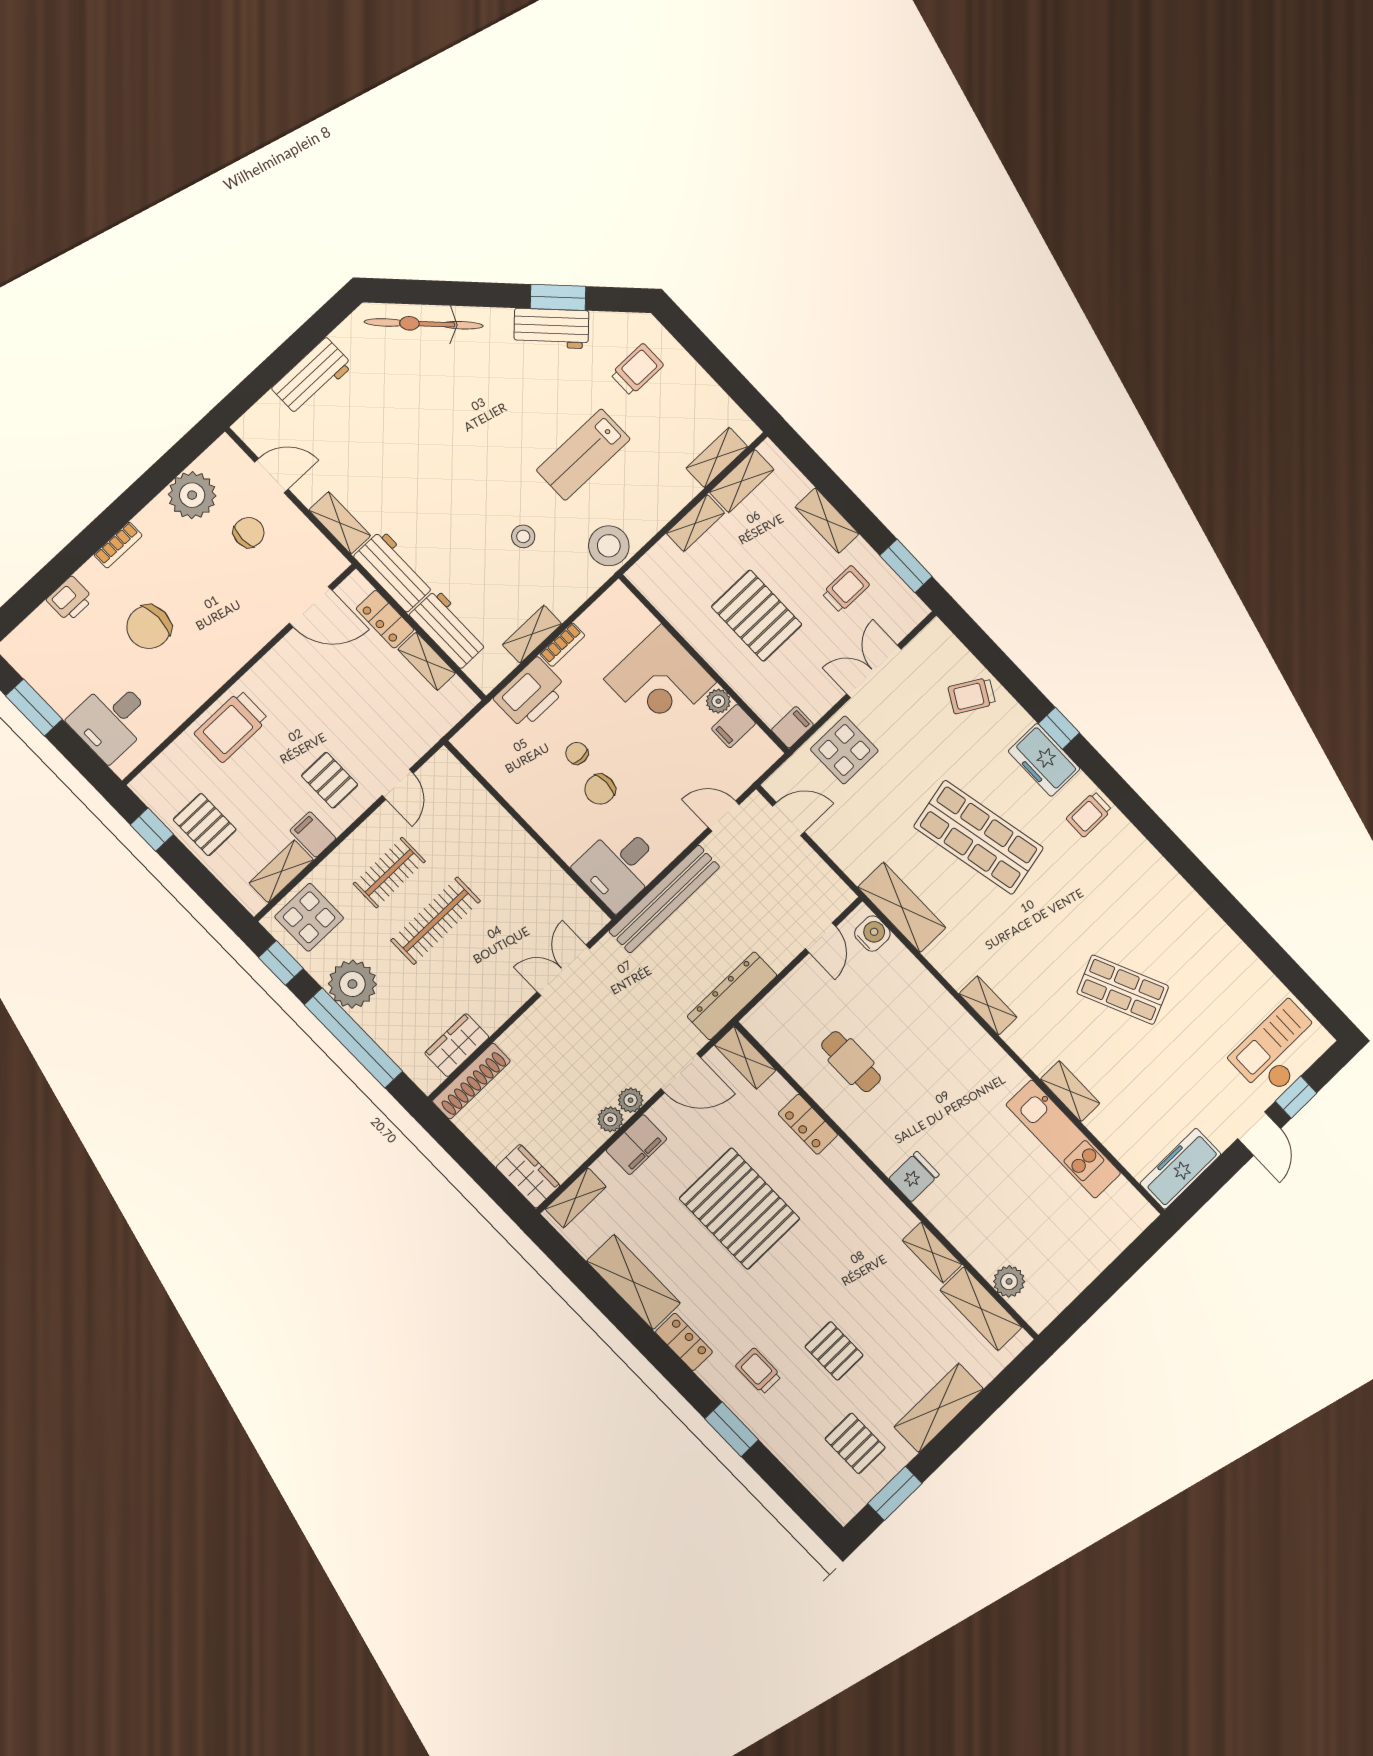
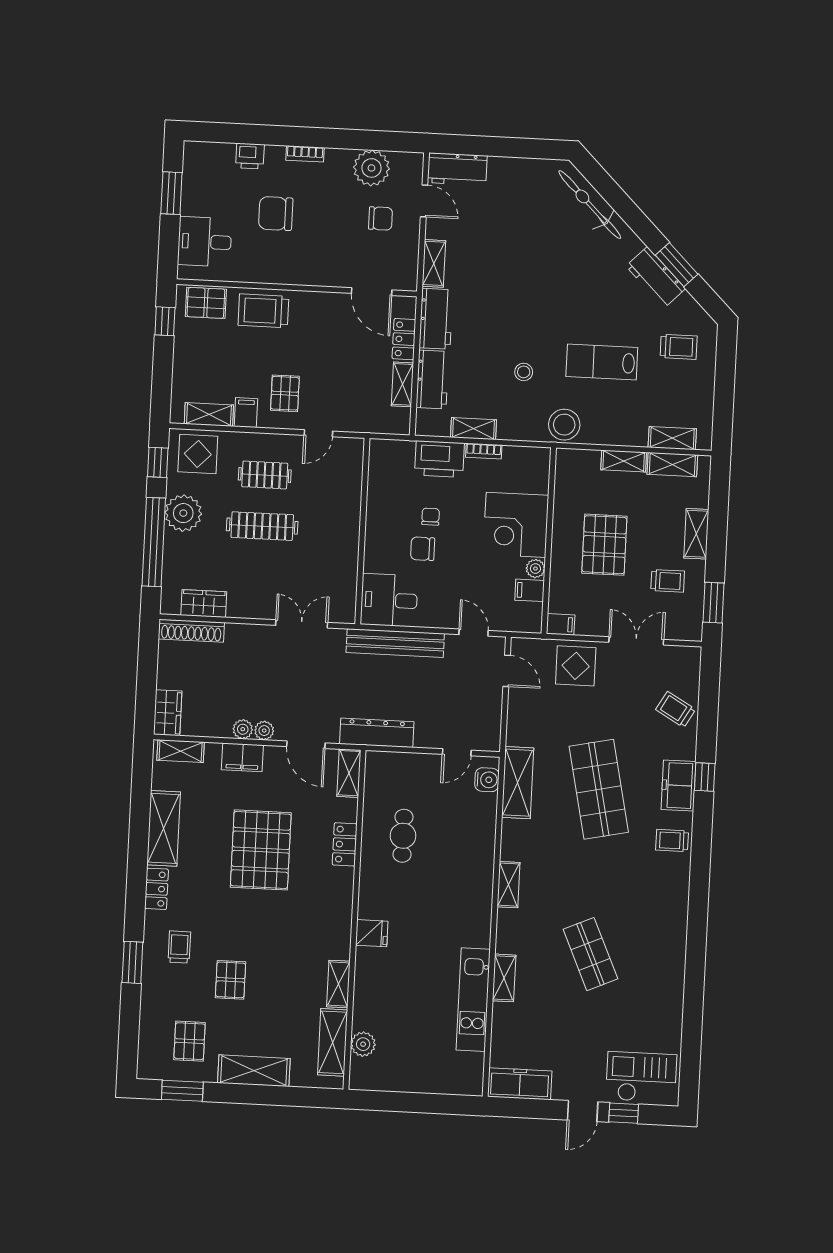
workbench: (312, 377) -> (457, 169), moved
pallet: (205, 825) -> (206, 303), moved, turned 90

